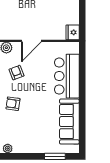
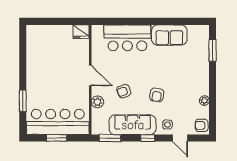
sofa: (69, 122) -> (169, 35), width x0.73

